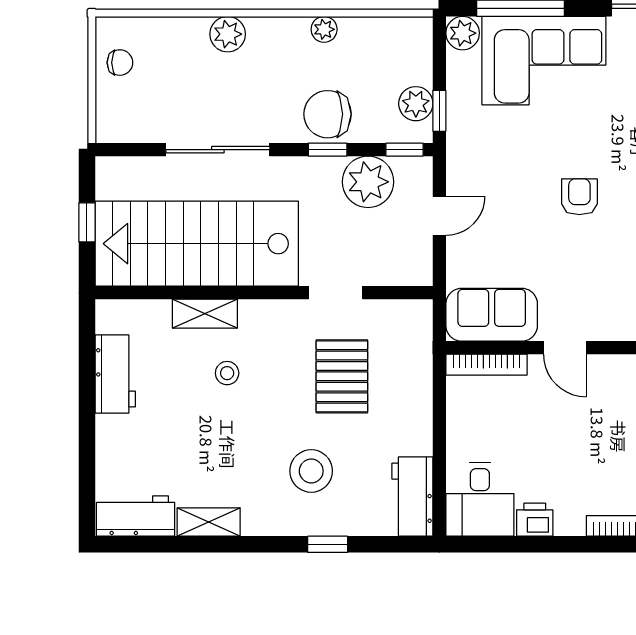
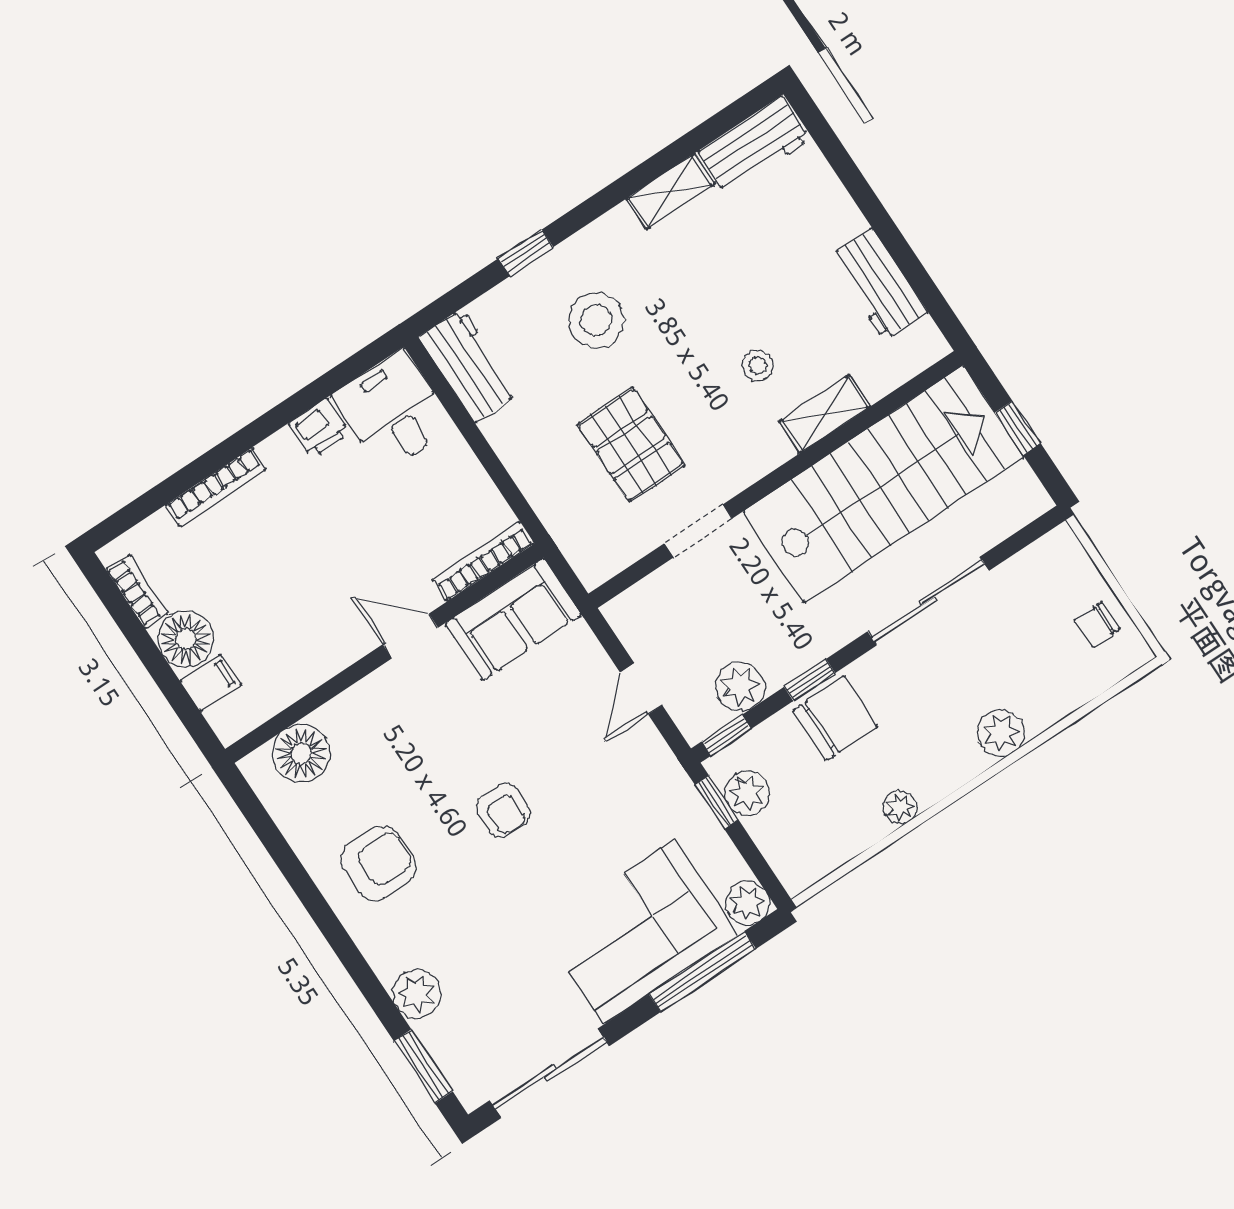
plant: (368, 182) -> (740, 686), width x0.73, depth x0.73

